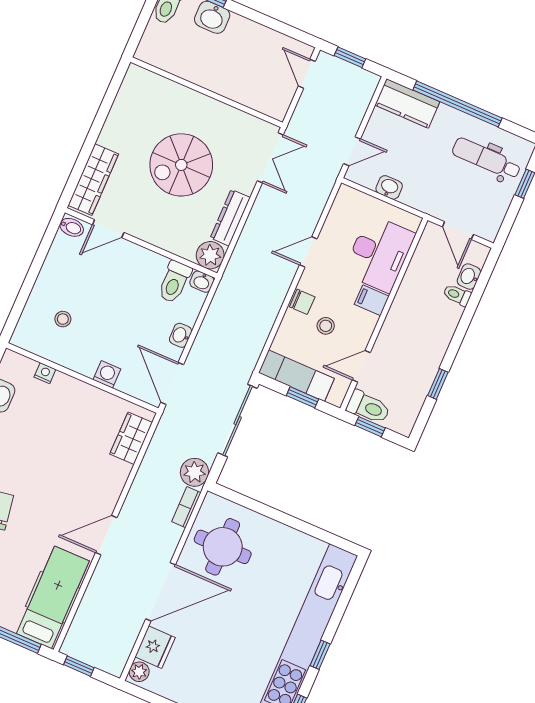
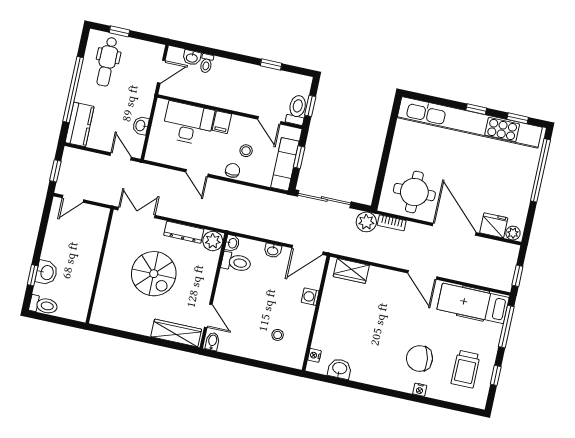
nightstand: (45, 373) -> (314, 355), moved

